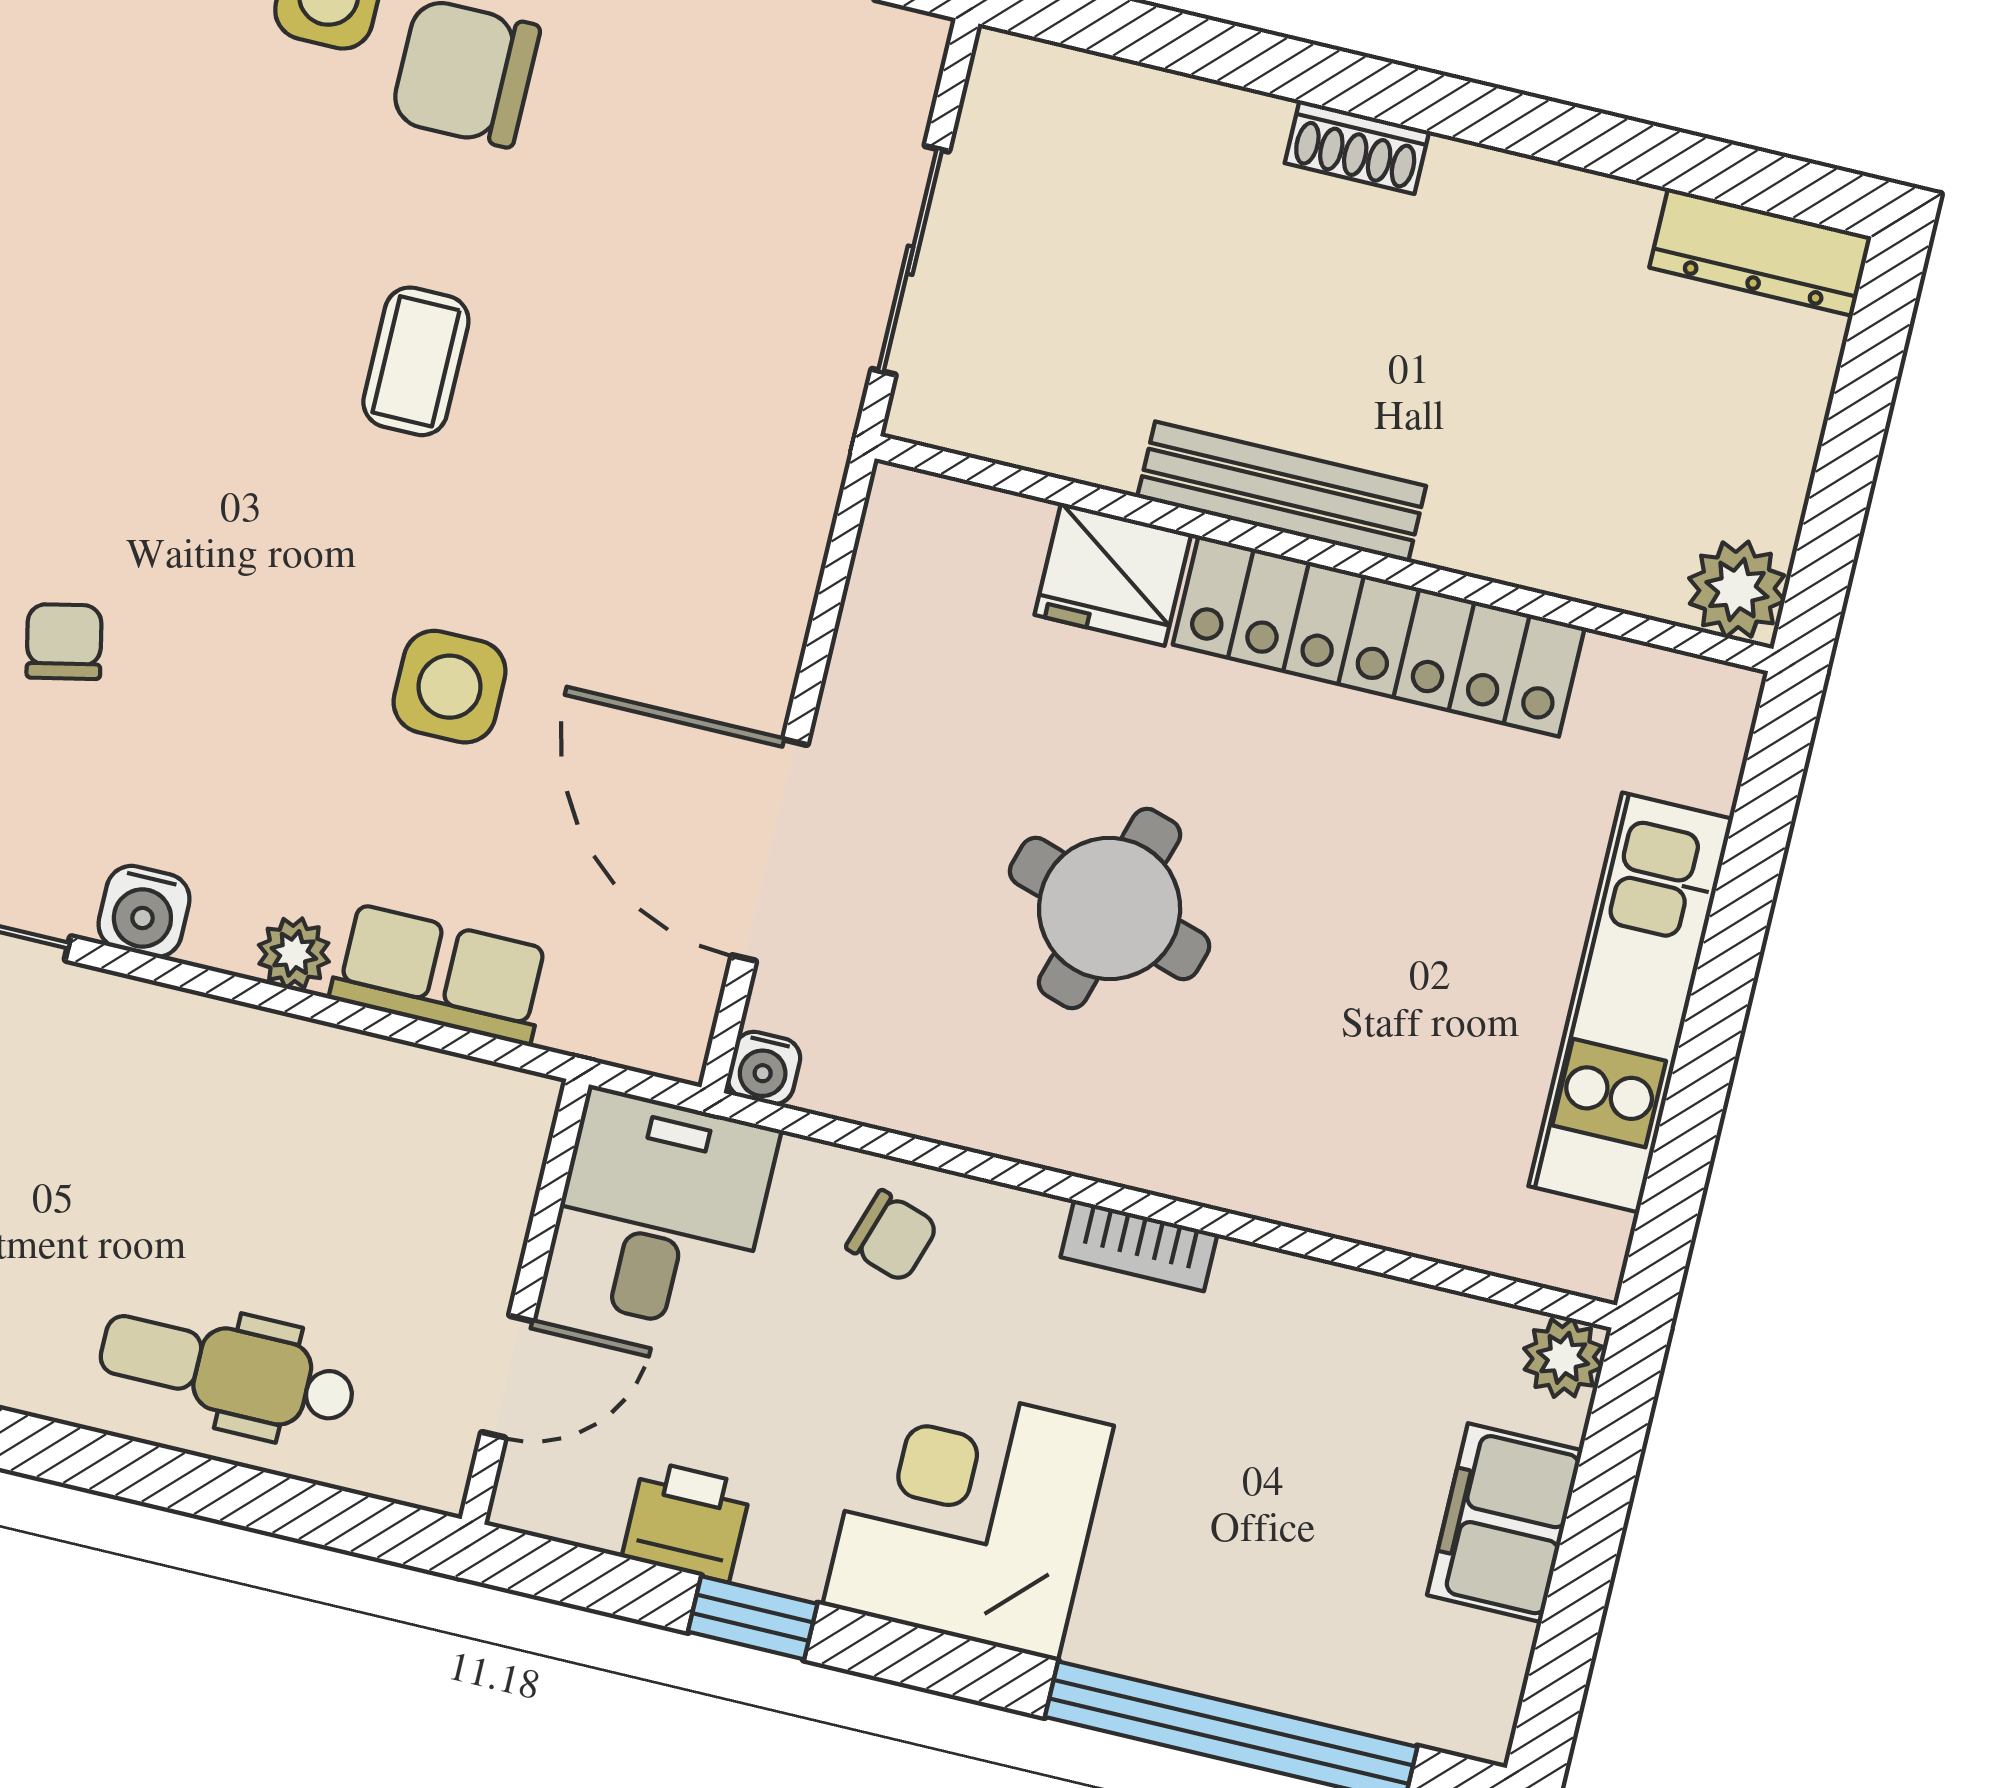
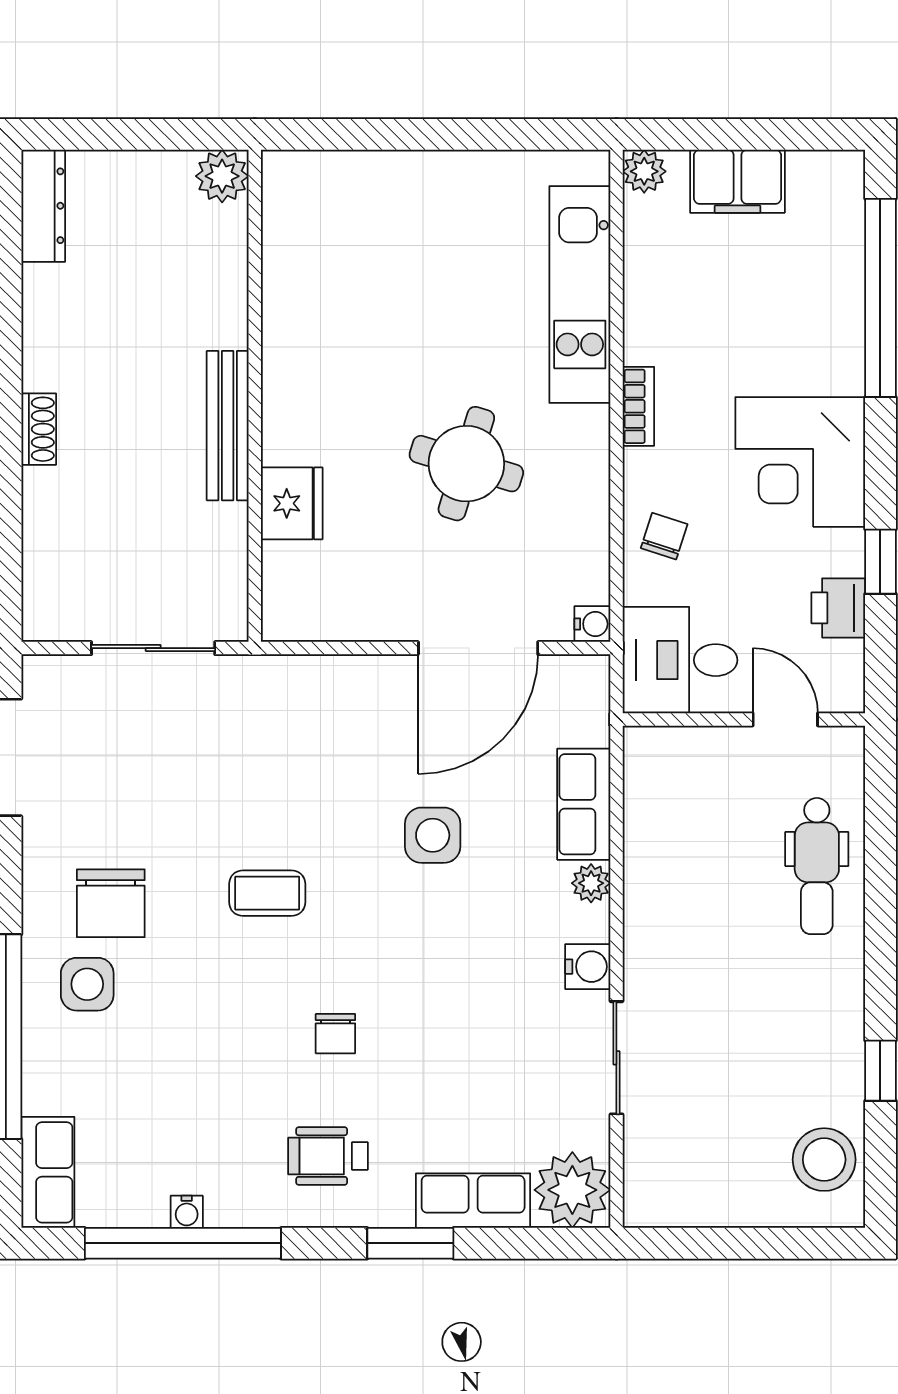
locker: (1379, 636) -> (291, 357), removed
chair: (64, 642) -> (335, 1034), moved, turned -78
kitchen unit: (1631, 1003) -> (580, 295), moved, turned 90

